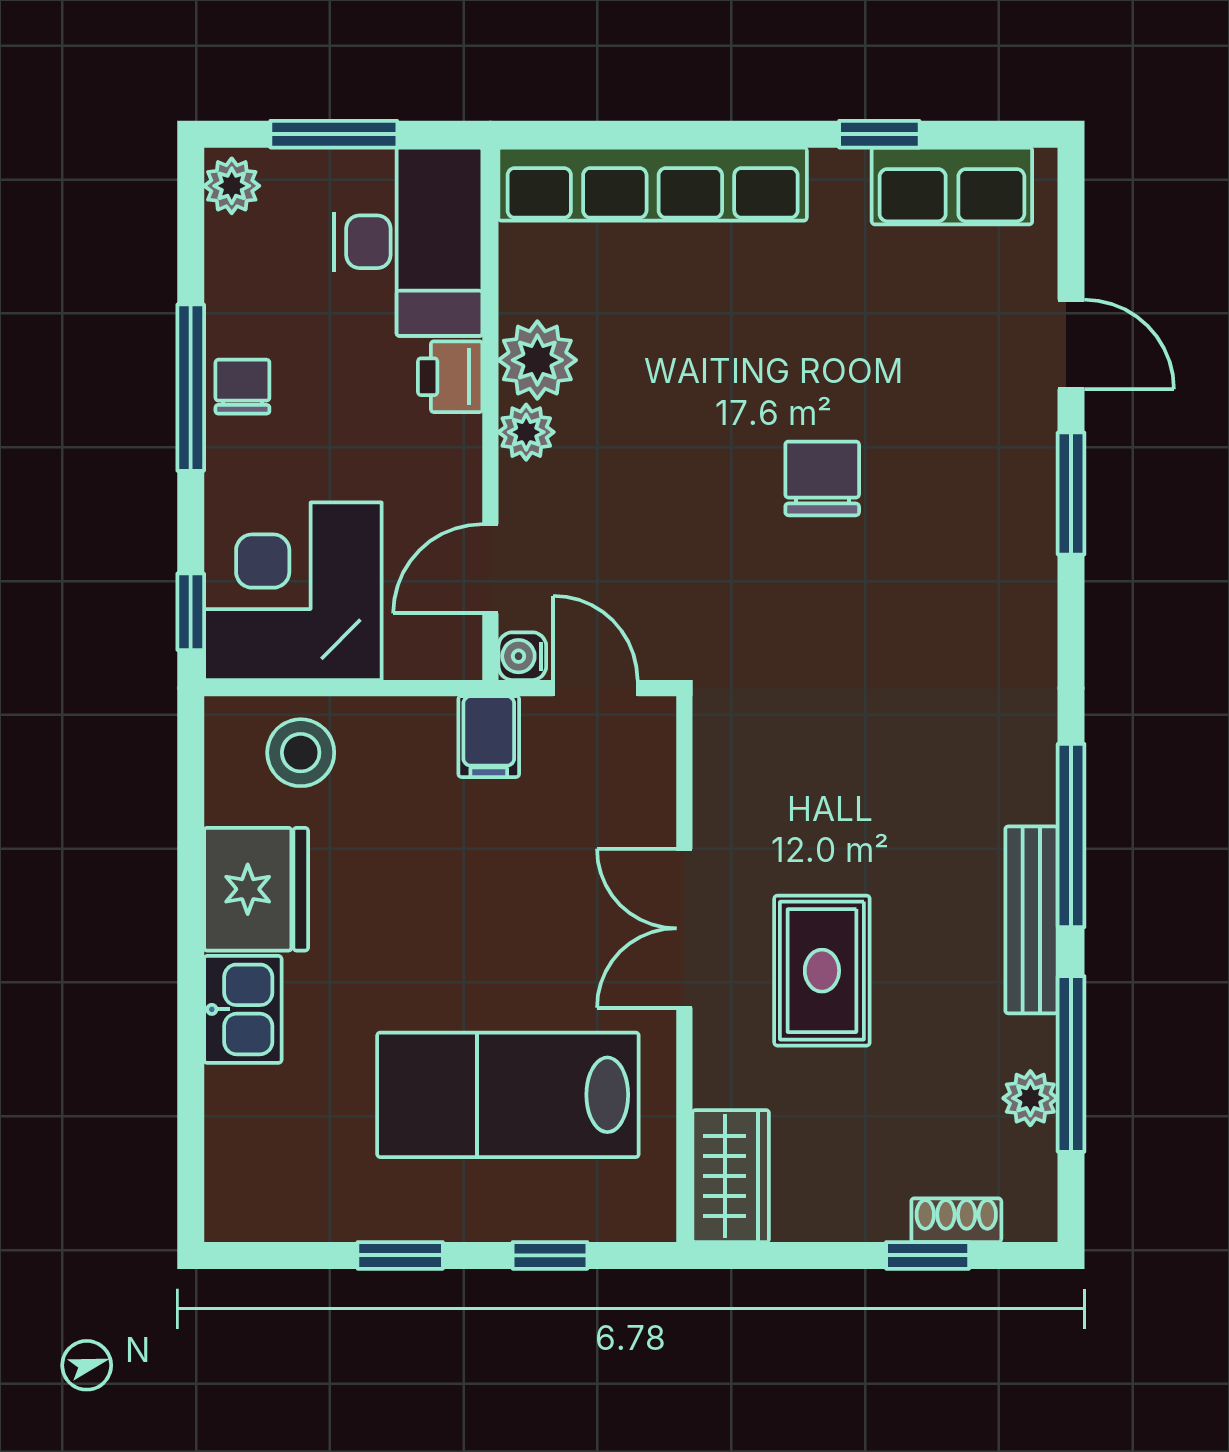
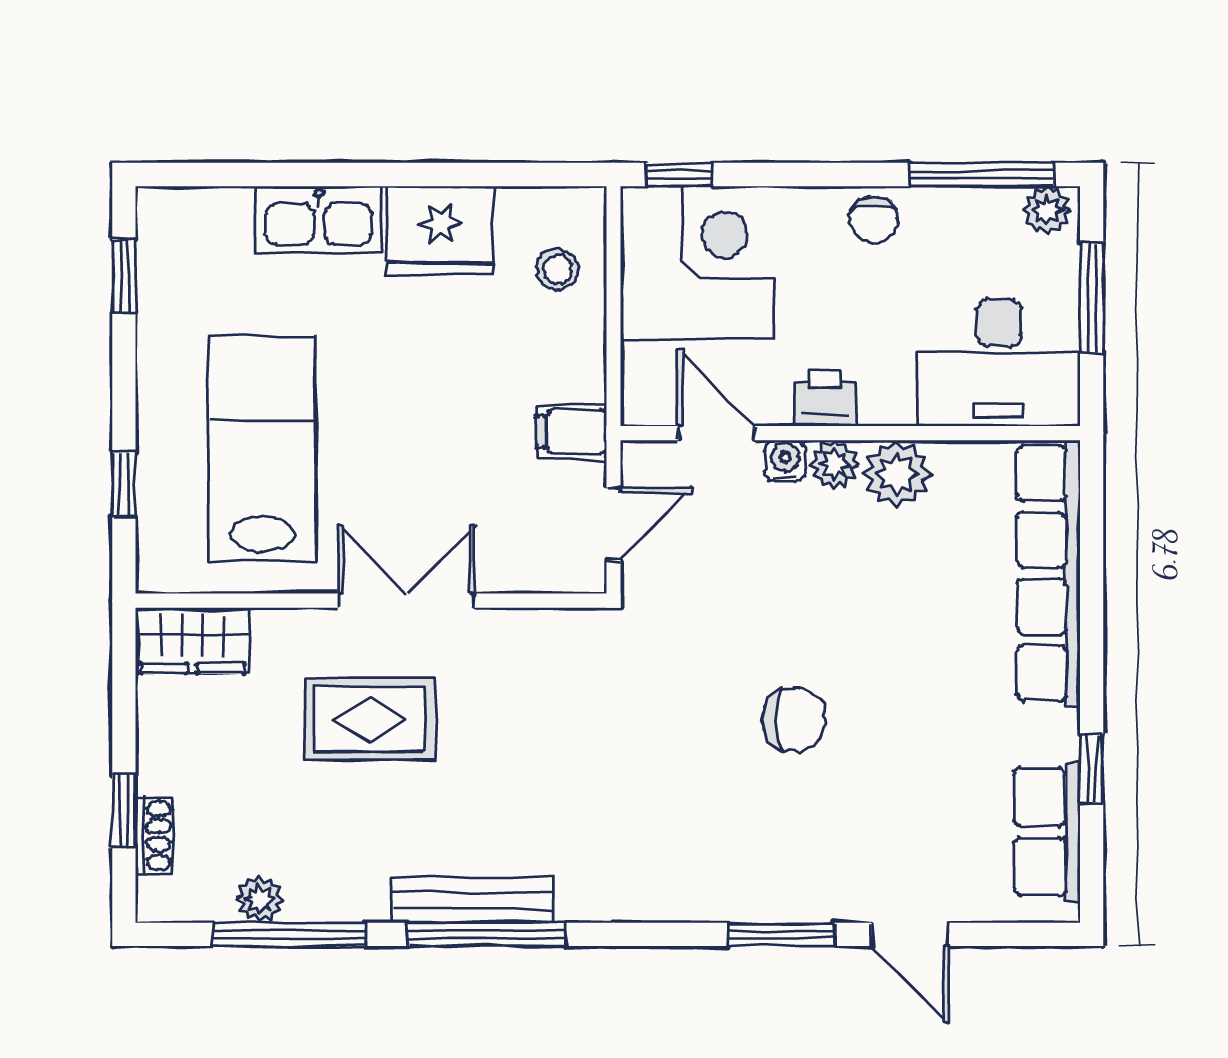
door: (1071, 344) -> (910, 934), hinge flipped
printer: (450, 377) -> (825, 398), moved
chair: (242, 387) -> (874, 219), turned 90
window: (191, 388) -> (982, 174), moved
water cooler: (522, 656) -> (785, 461), moved
stool: (301, 753) -> (558, 269), width x0.73, depth x0.73
bench: (1031, 920) -> (472, 900), moved
kitchen sink: (243, 1009) -> (319, 219), width x1.38
window: (400, 1255) -> (124, 276), moved

